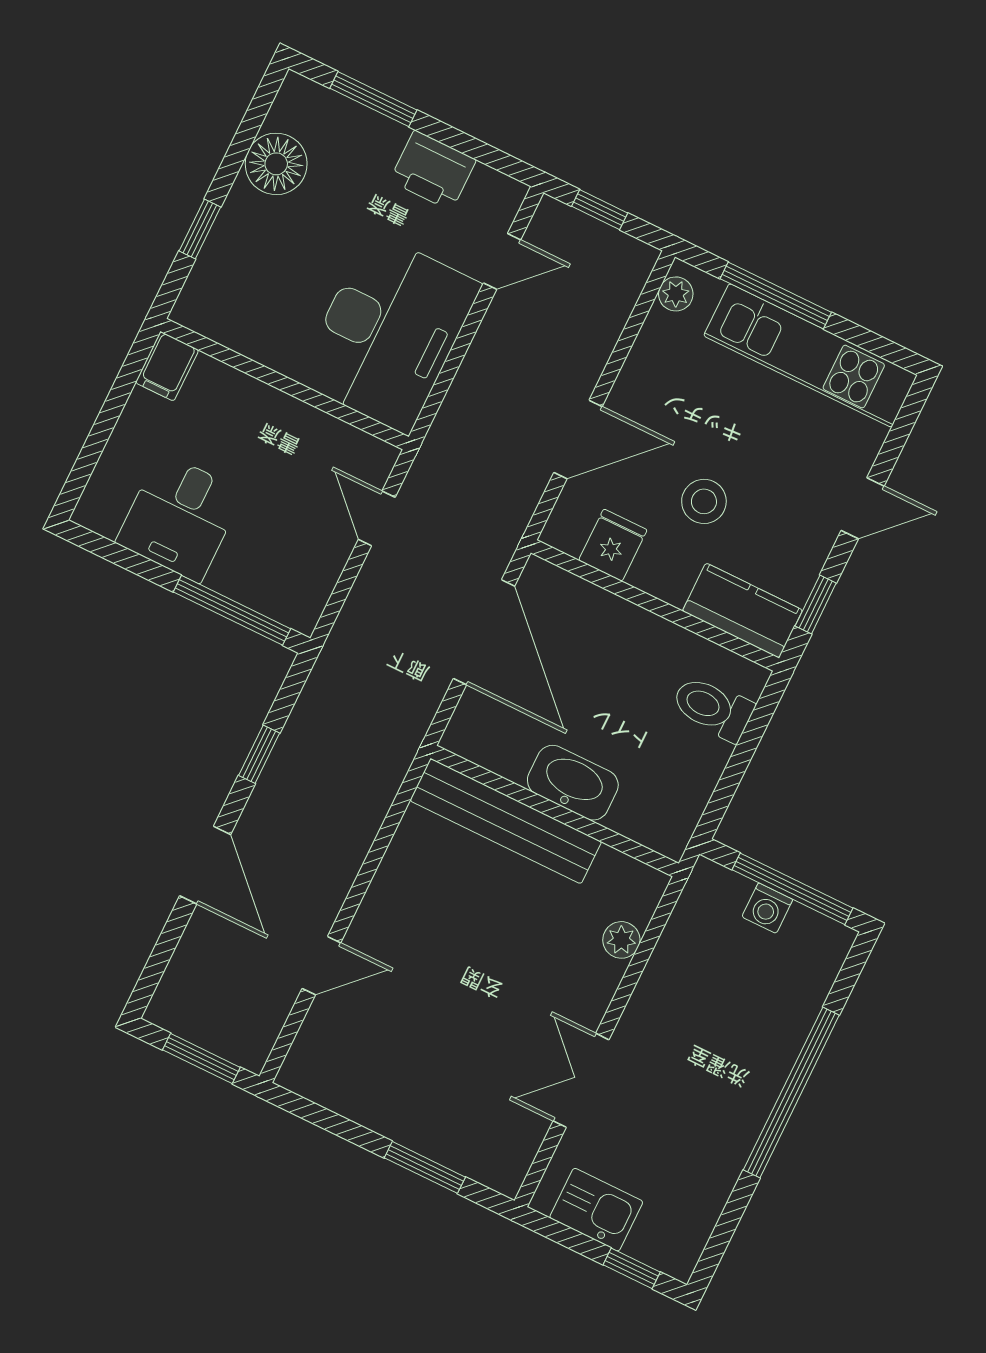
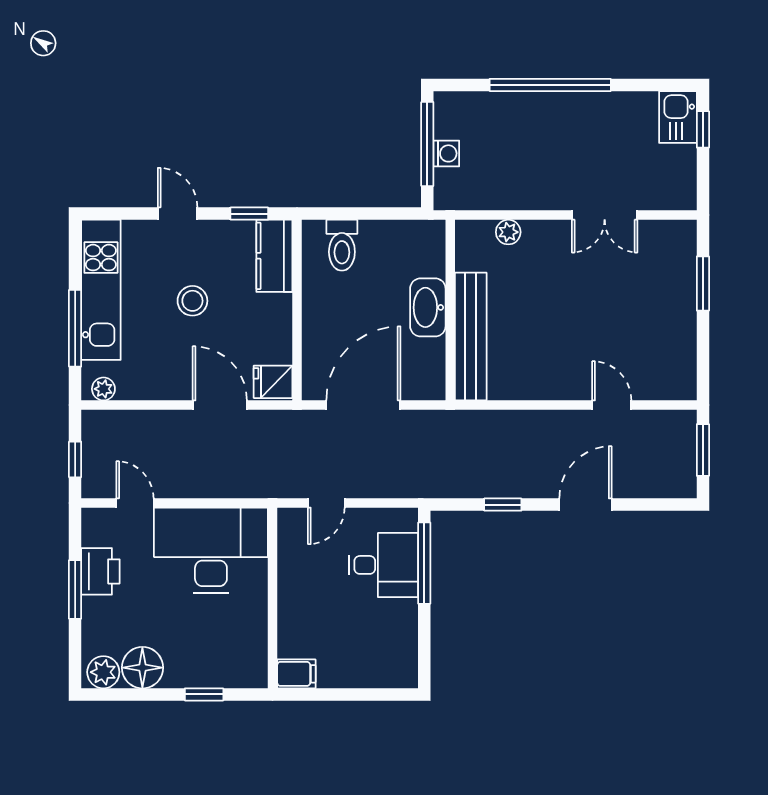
window: (373, 99) -> (75, 589), moved
plant: (296, 108) -> (103, 672), added
stool: (704, 501) -> (192, 301), moved
desk: (180, 517) -> (383, 565), moved
fridge: (613, 545) -> (273, 382), moved
kitchen sink: (596, 1210) -> (678, 117), moved

